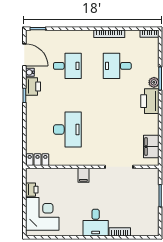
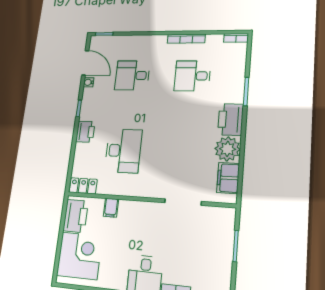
desk: (67, 66) -> (132, 75), turned 180
plant: (154, 82) -> (227, 149), moved, width x1.87, depth x1.87
printer: (33, 86) -> (85, 132), moved
filing cabinet: (83, 175) -> (111, 208), moved
printer: (32, 190) -> (76, 216), width x1.87, depth x1.48

